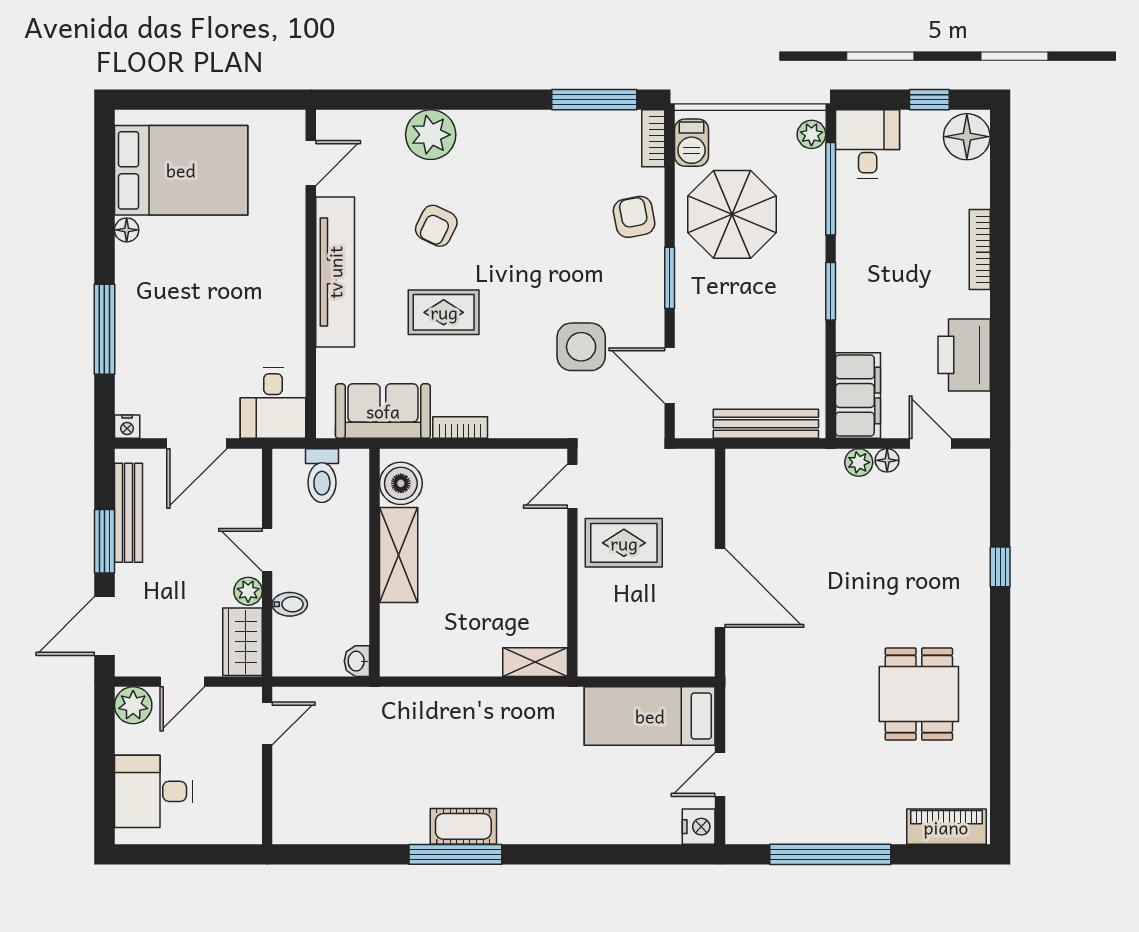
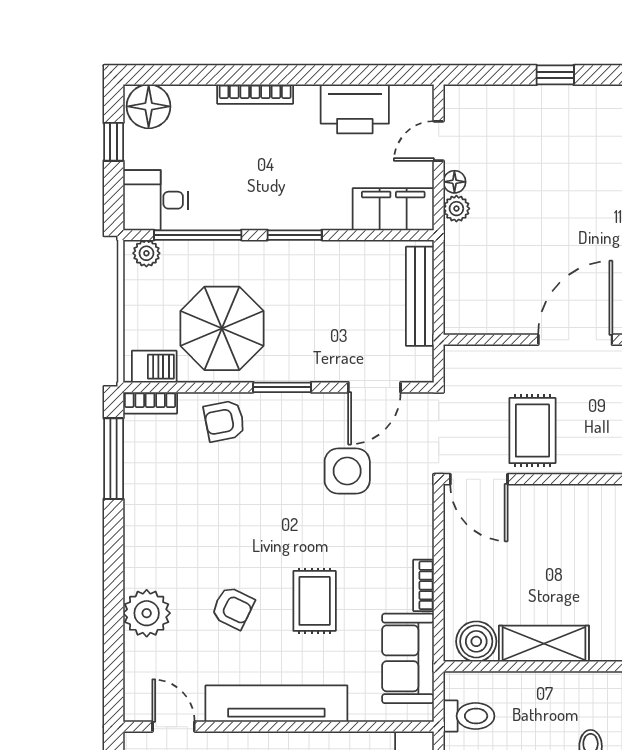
door: (572, 486) -> (479, 479), width x1.38

